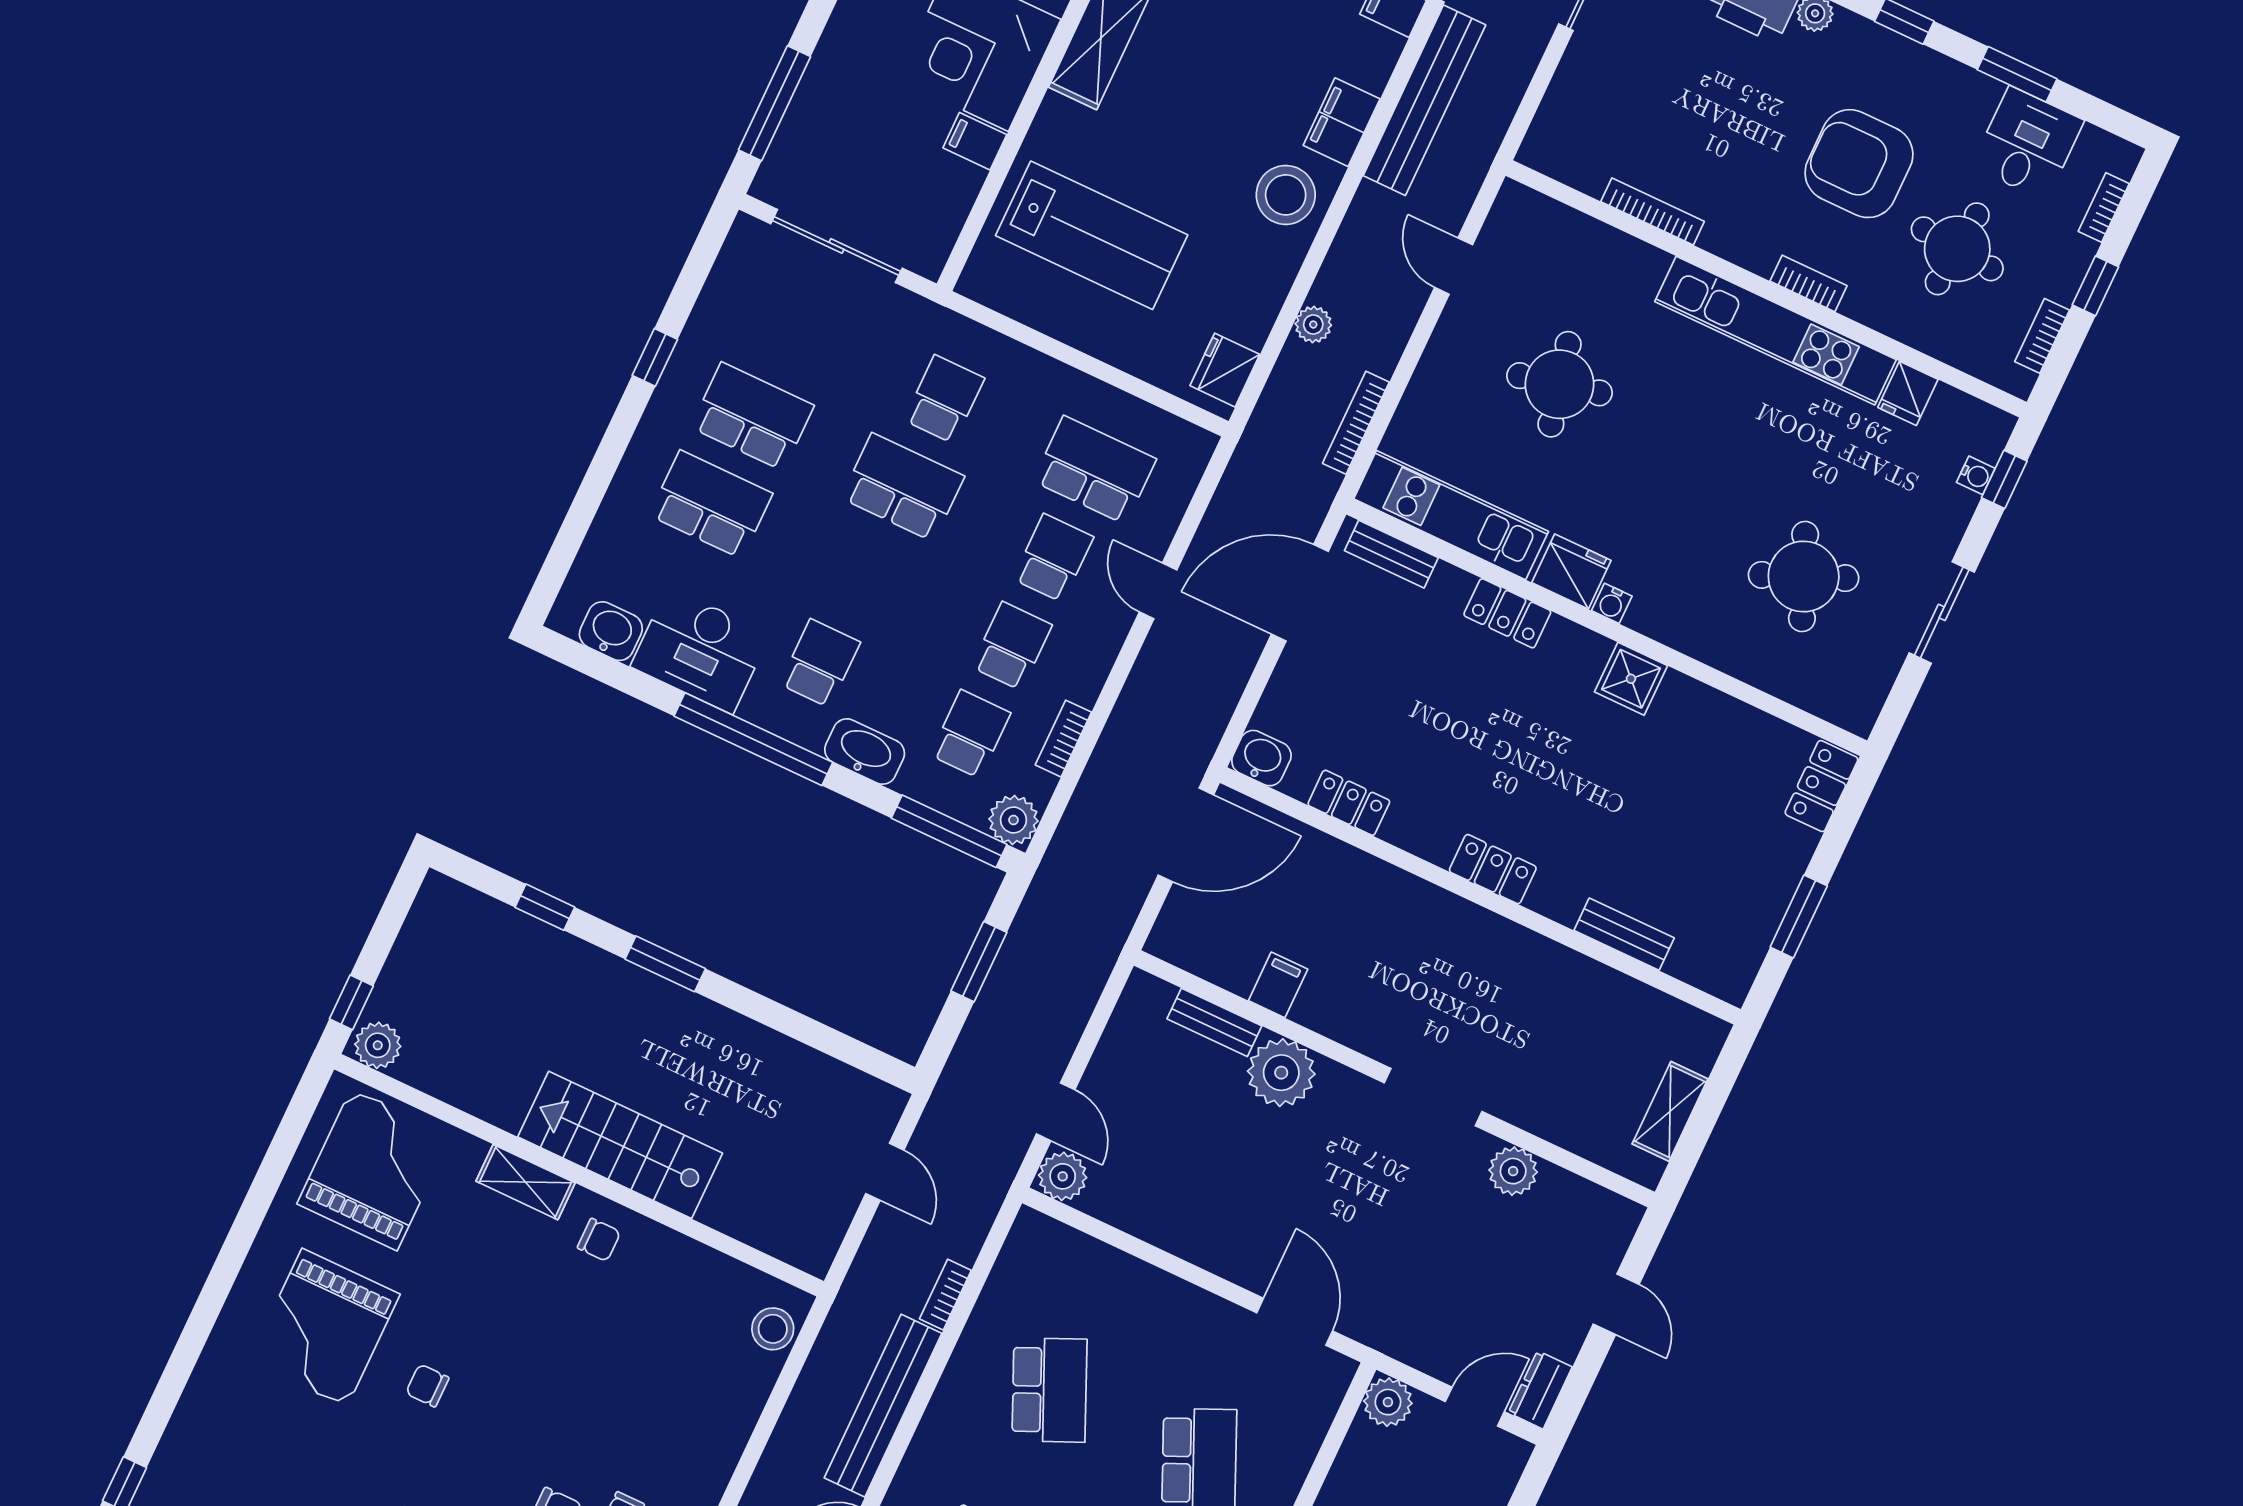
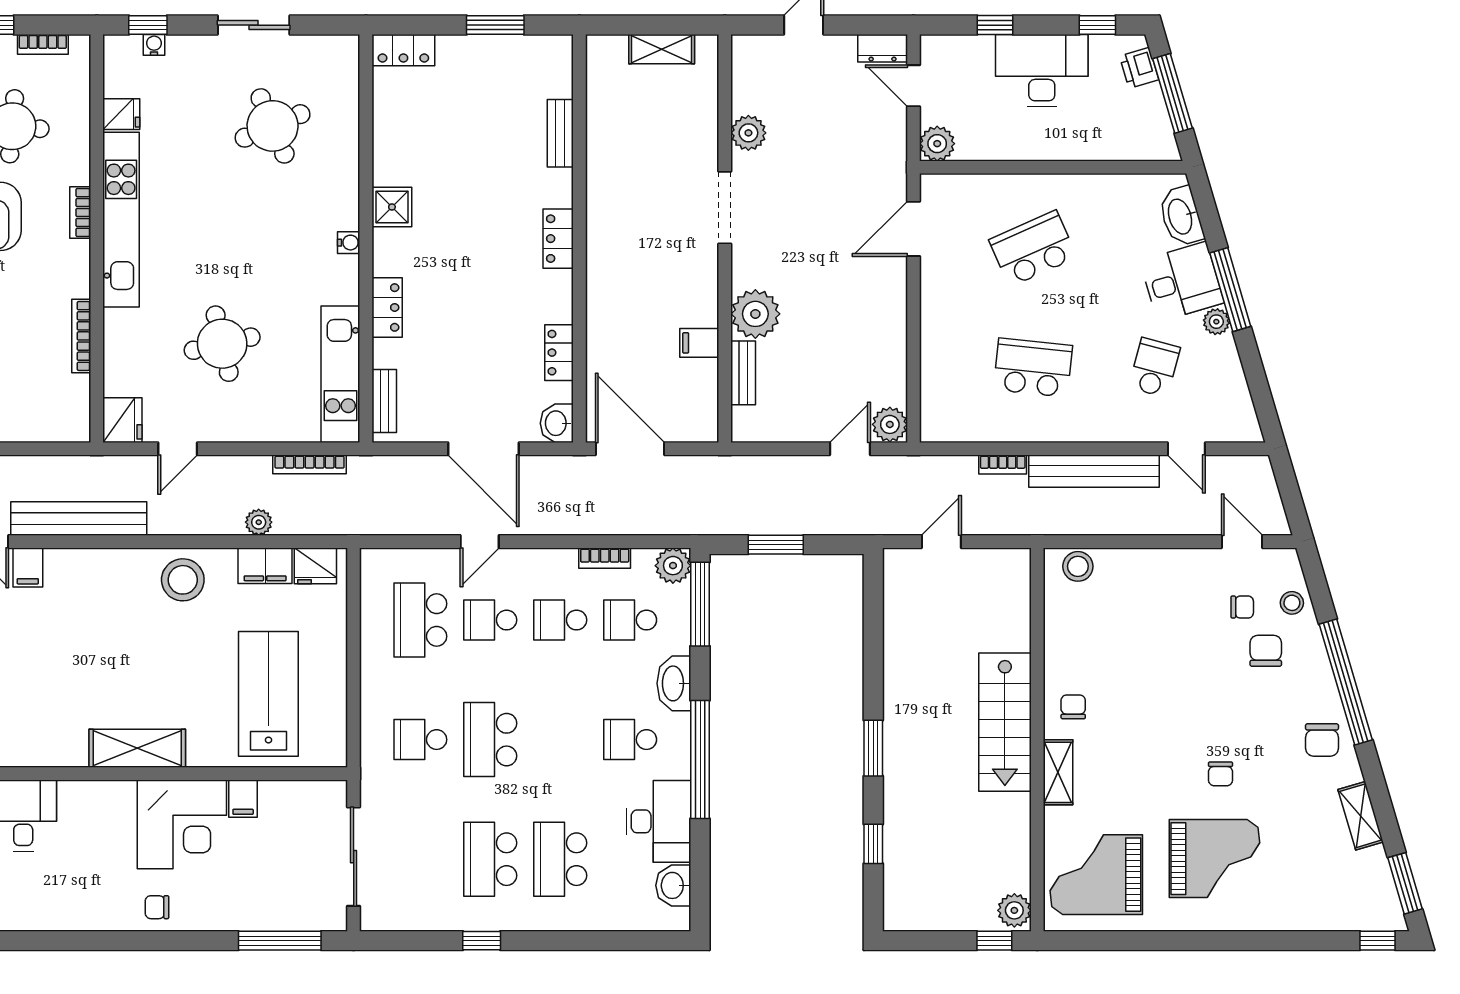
filing cabinet: (1342, 122) -> (265, 566), moved
fridge: (1571, 572) -> (122, 420), moved, turned 180
door: (1300, 593) -> (483, 449), moved
school desk: (1049, 1390) -> (1033, 368), turned 30

